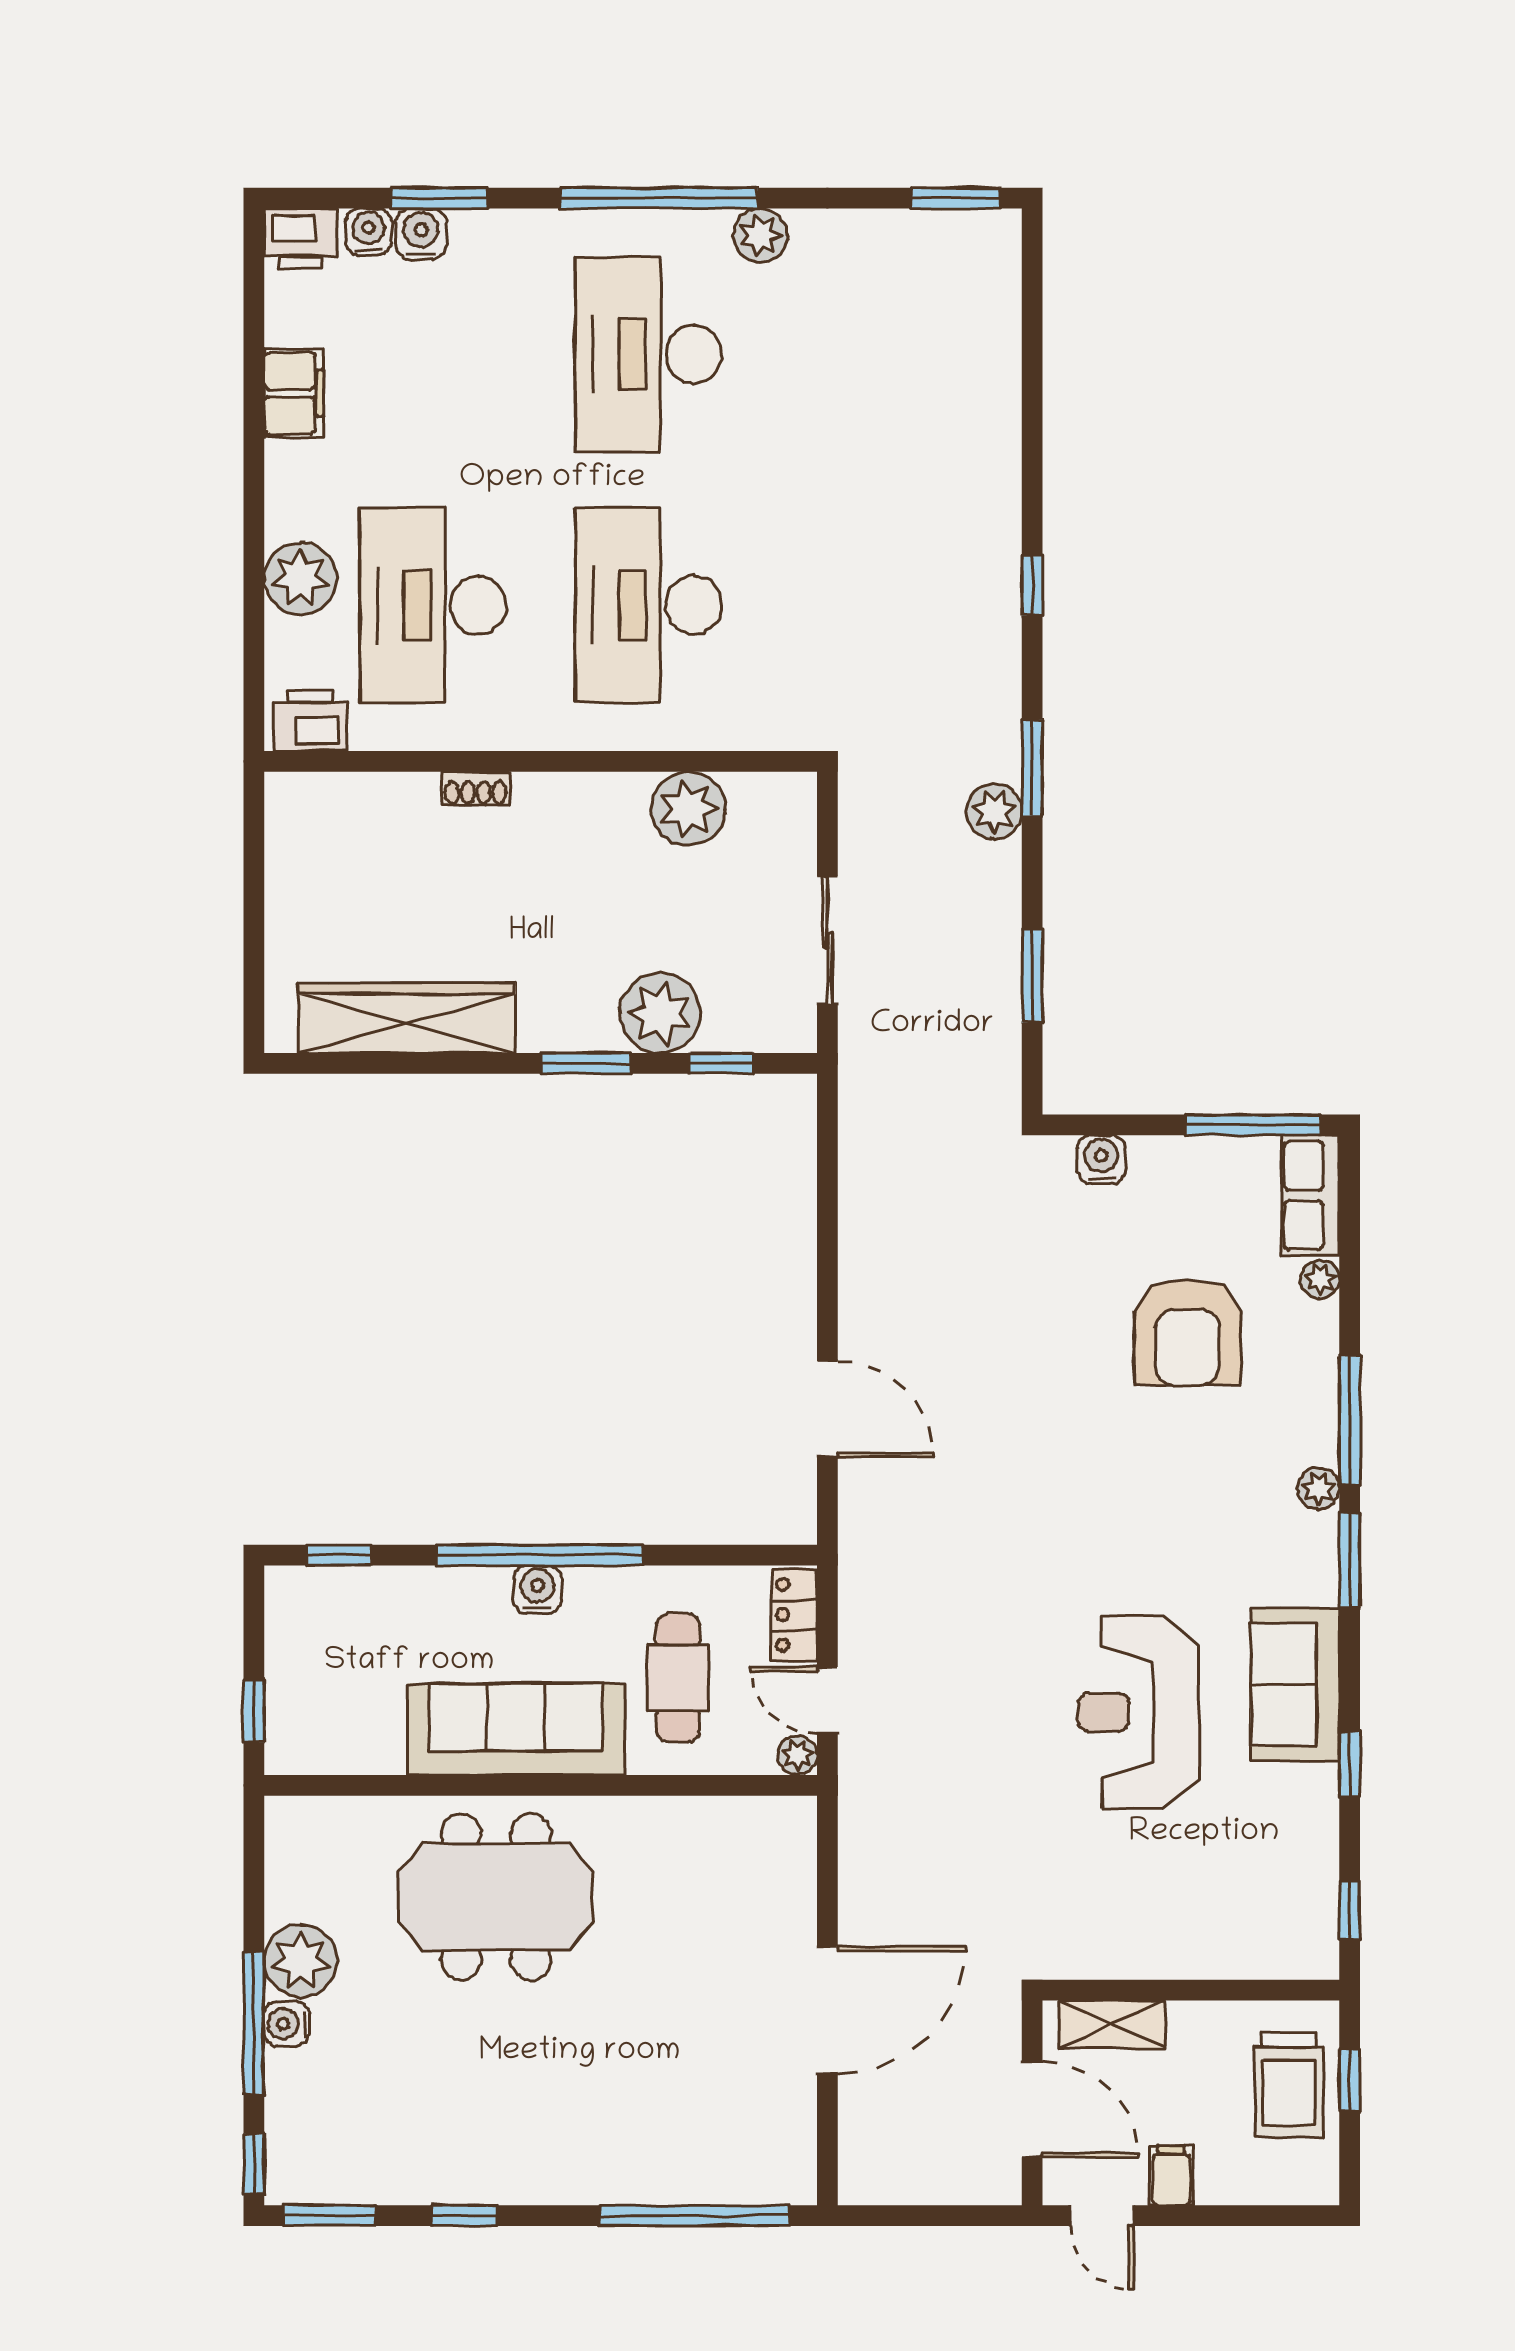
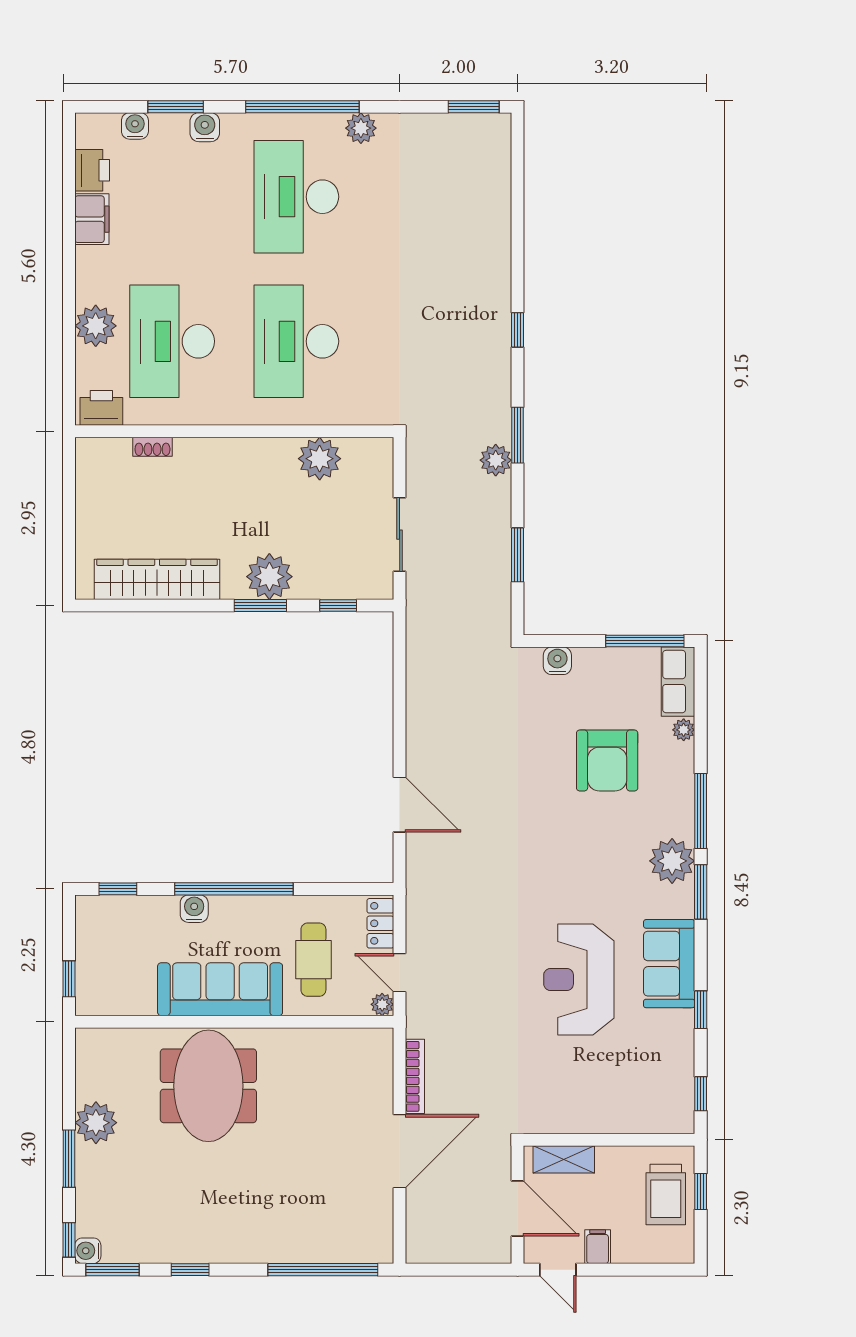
water cooler: (421, 234) -> (205, 127), moved
printer: (301, 238) -> (92, 170), moved, turned -90
shoe rack: (476, 788) -> (152, 447), moved
plant: (660, 1013) -> (269, 577), moved
plant: (1318, 1488) -> (672, 861), width x1.88, depth x1.88
water cooler: (537, 1589) -> (194, 909), moved
bookcase: (854, 1880) -> (415, 1076), added
meeting table: (496, 1897) -> (208, 1086), turned 90
window: (254, 2023) -> (69, 1159), width x0.69
water cooler: (287, 2024) -> (88, 1251), moved

